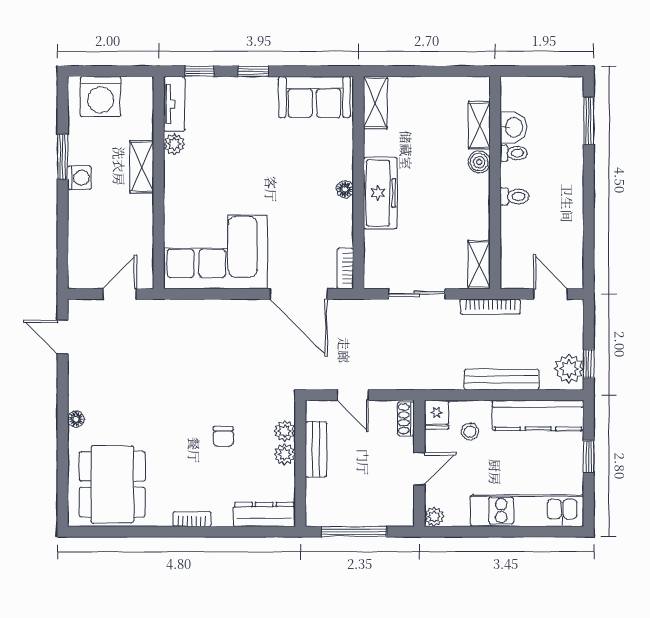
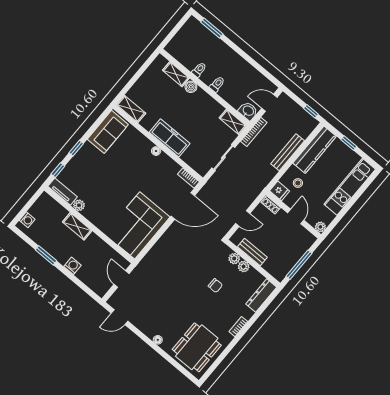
washing machine: (101, 97) -> (27, 220), width x0.53, depth x0.53
washbasin: (513, 127) -> (248, 111), moved
washing machine: (79, 178) -> (73, 266), moved
plant: (569, 369) -> (306, 121), removed
dining table: (112, 484) -> (197, 347), turned 90

